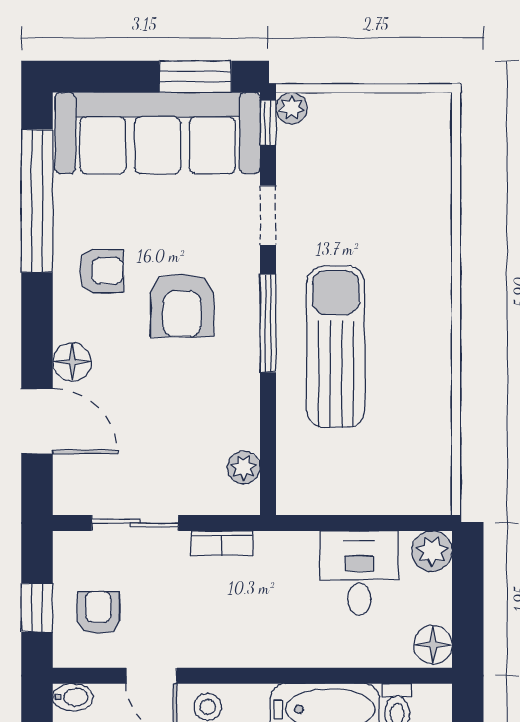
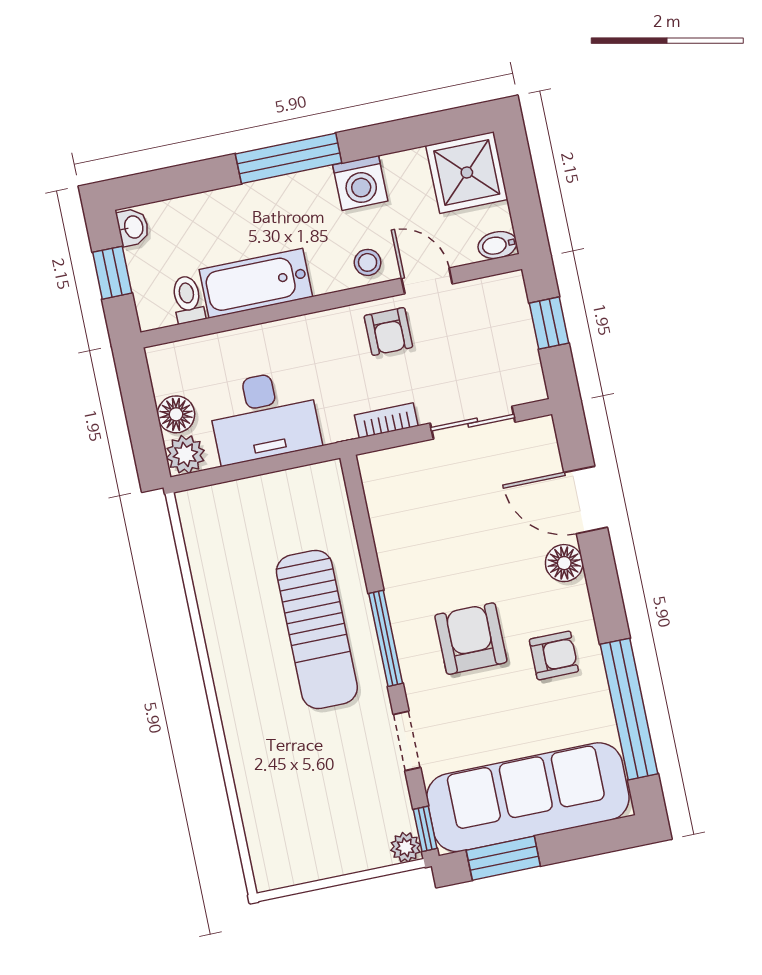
armchair: (102, 271) -> (554, 655), turned 180
plant: (244, 468) -> (380, 497), removed
desk: (359, 573) -> (264, 416), width x1.37
armchair: (98, 613) -> (388, 331), moved
floor lamp: (433, 645) -> (176, 414), moved

